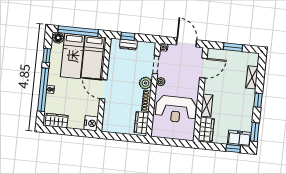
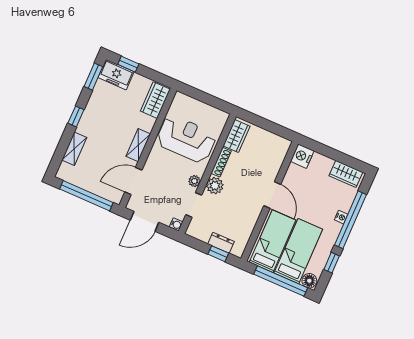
door: (187, 42) -> (145, 221), hinge flipped
window: (233, 47) -> (86, 196), width x2.11
shelving: (207, 105) -> (138, 145), moved

